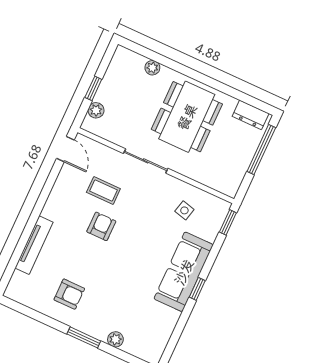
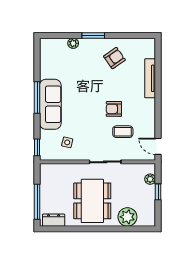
plant: (152, 68) -> (127, 217), width x1.88, depth x1.88
armchair: (101, 226) -> (114, 109), turned 90
window: (197, 289) -> (37, 98), width x2.17
armchair: (69, 294) -> (114, 58), turned 145

